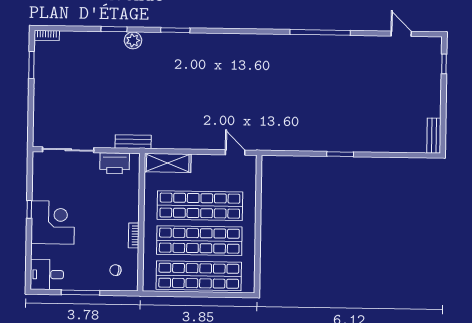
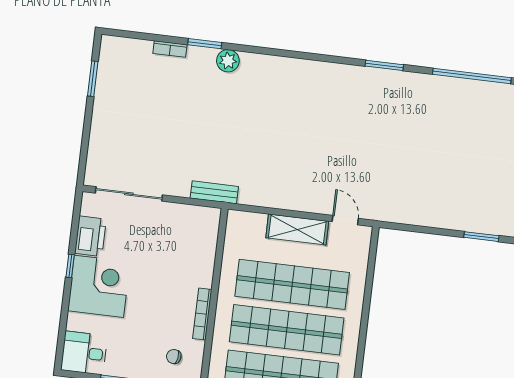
window: (175, 30) -> (384, 65), moved
bookcase: (47, 35) -> (170, 49), moved
printer: (115, 163) -> (91, 236), moved, turned -90
shelving: (168, 163) -> (297, 229), moved
bookcase: (134, 235) -> (202, 314), width x1.56

